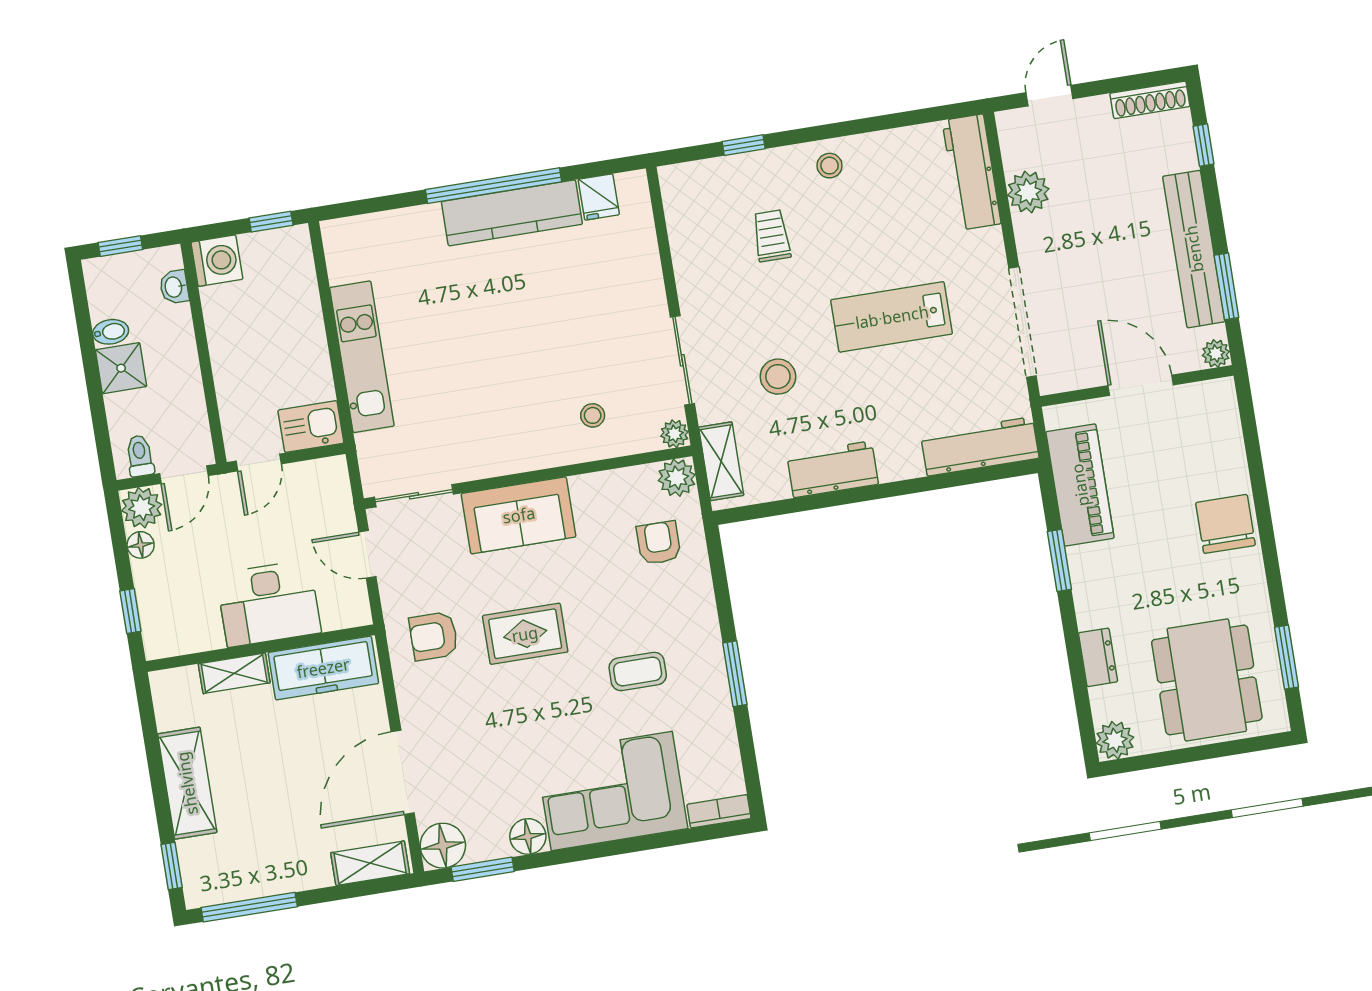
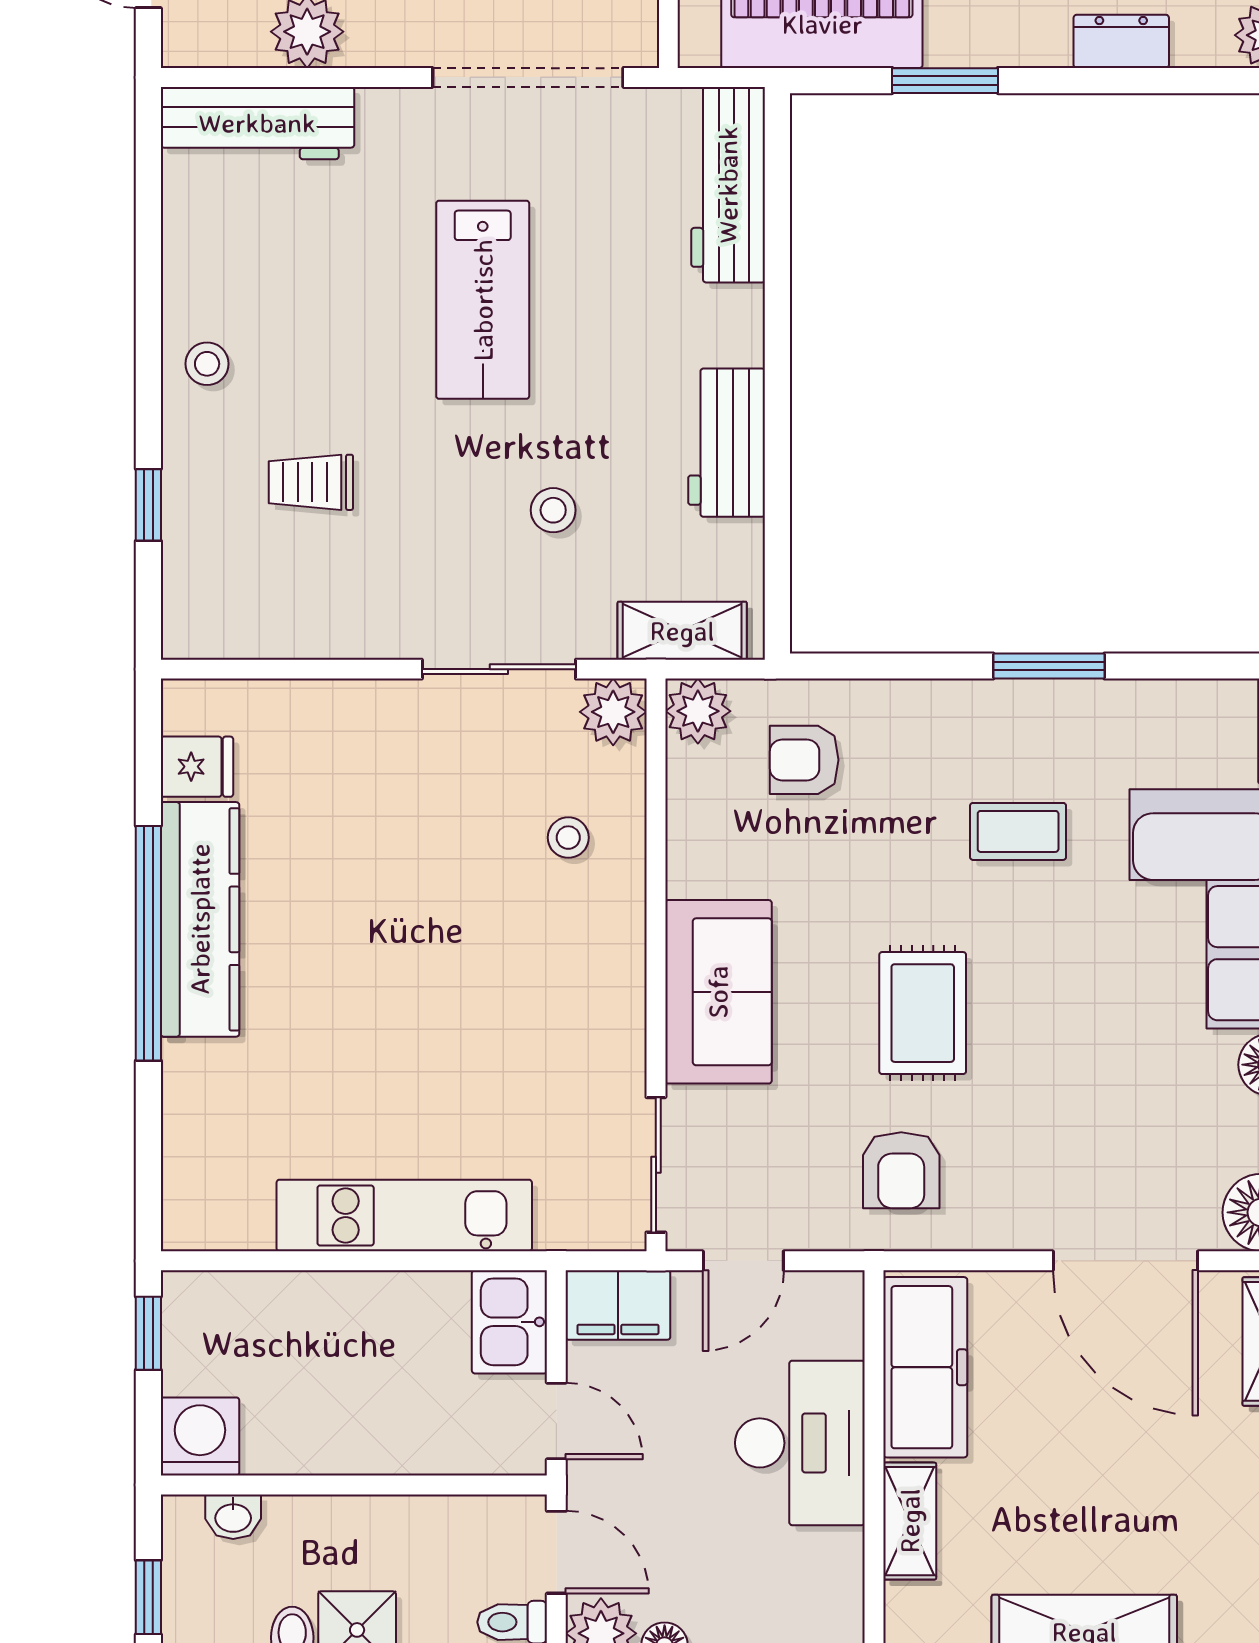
stool: (778, 377) -> (553, 510), width x0.73, depth x0.73
plant: (674, 434) -> (613, 712), width x1.38, depth x1.38
filing cabinet: (331, 487) -> (618, 1305), added
coffee table: (638, 671) -> (1018, 831), turned 90

